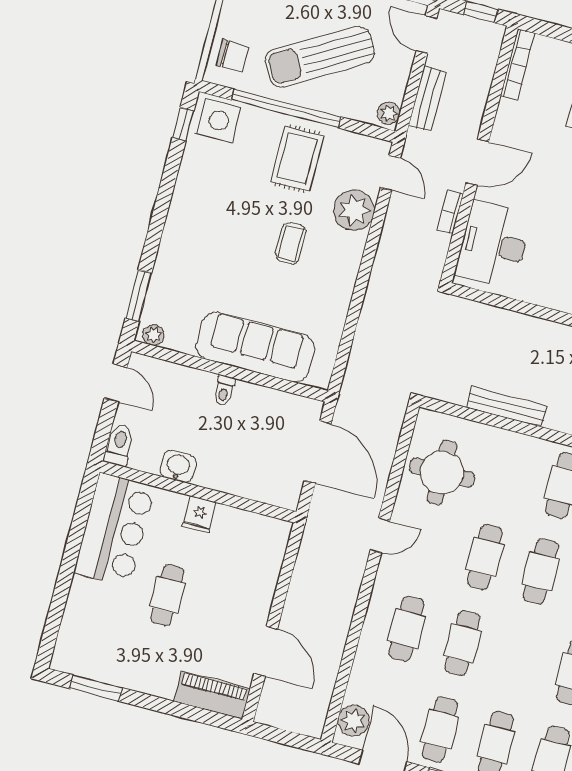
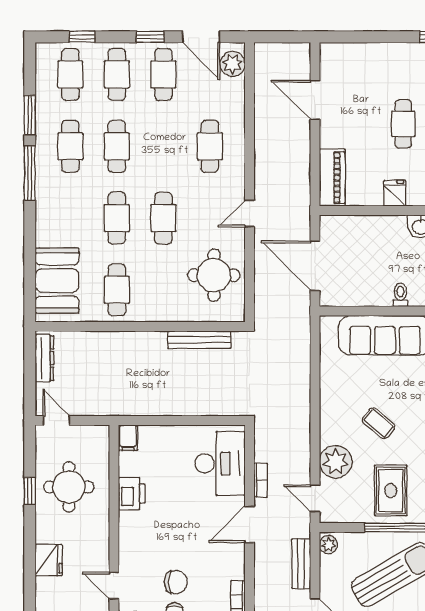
coffee table: (291, 243) -> (379, 423), turned -50
bench: (507, 407) -> (199, 340), moved
cafe table: (462, 643) -> (117, 146), moved
piano: (212, 695) -> (332, 178), moved, turned -90

